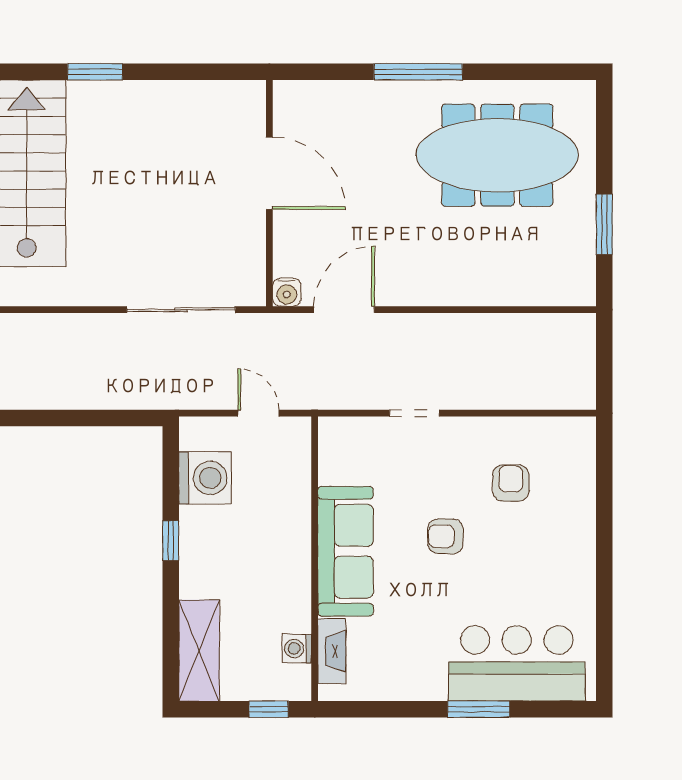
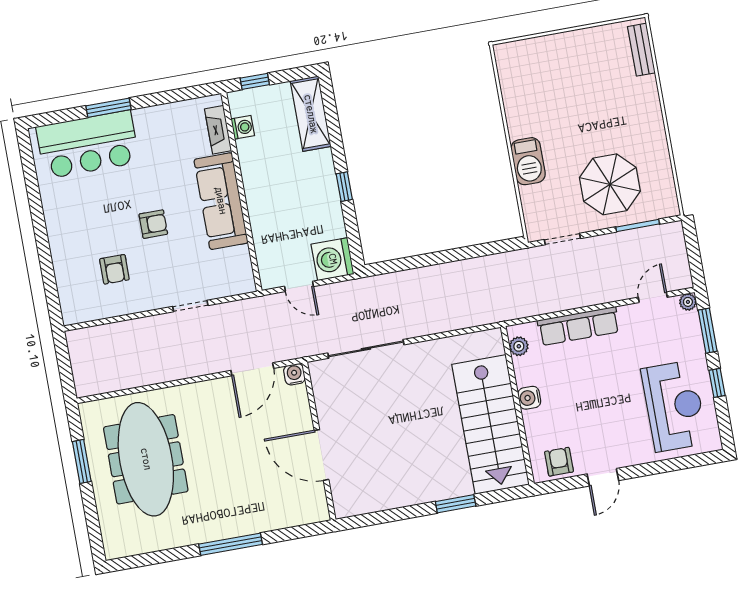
meeting table: (497, 155) -> (146, 459), moved, turned 90
washing machine: (205, 478) -> (333, 259), moved

